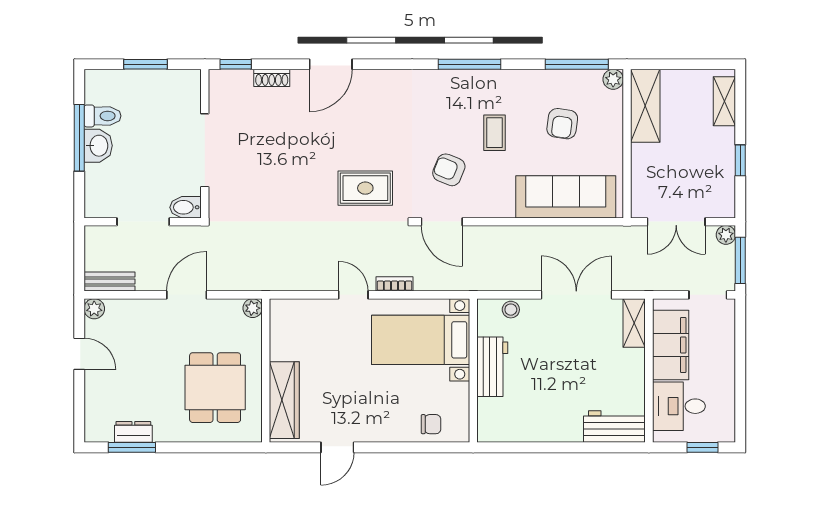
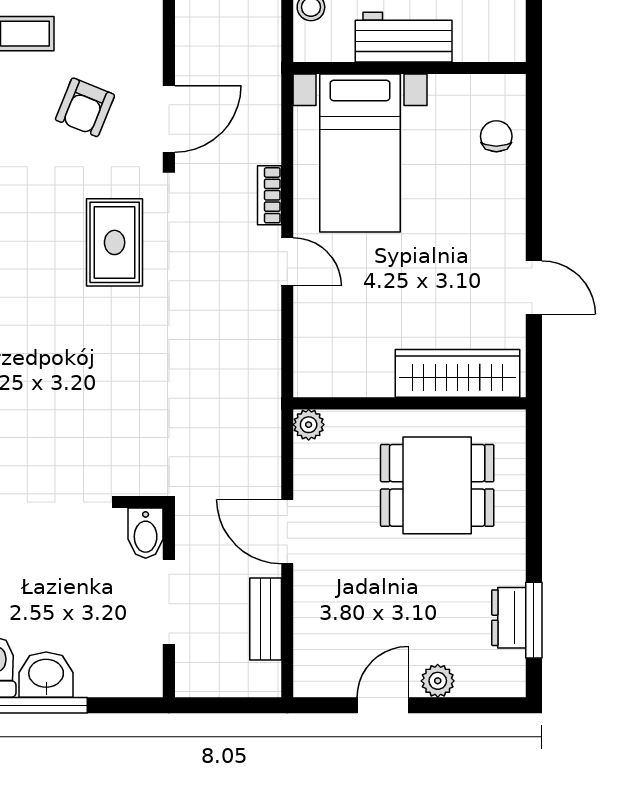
bench: (109, 282) -> (266, 619), moved
door: (353, 295) -> (287, 262), swing flipped
plant: (94, 309) -> (438, 681), moved

